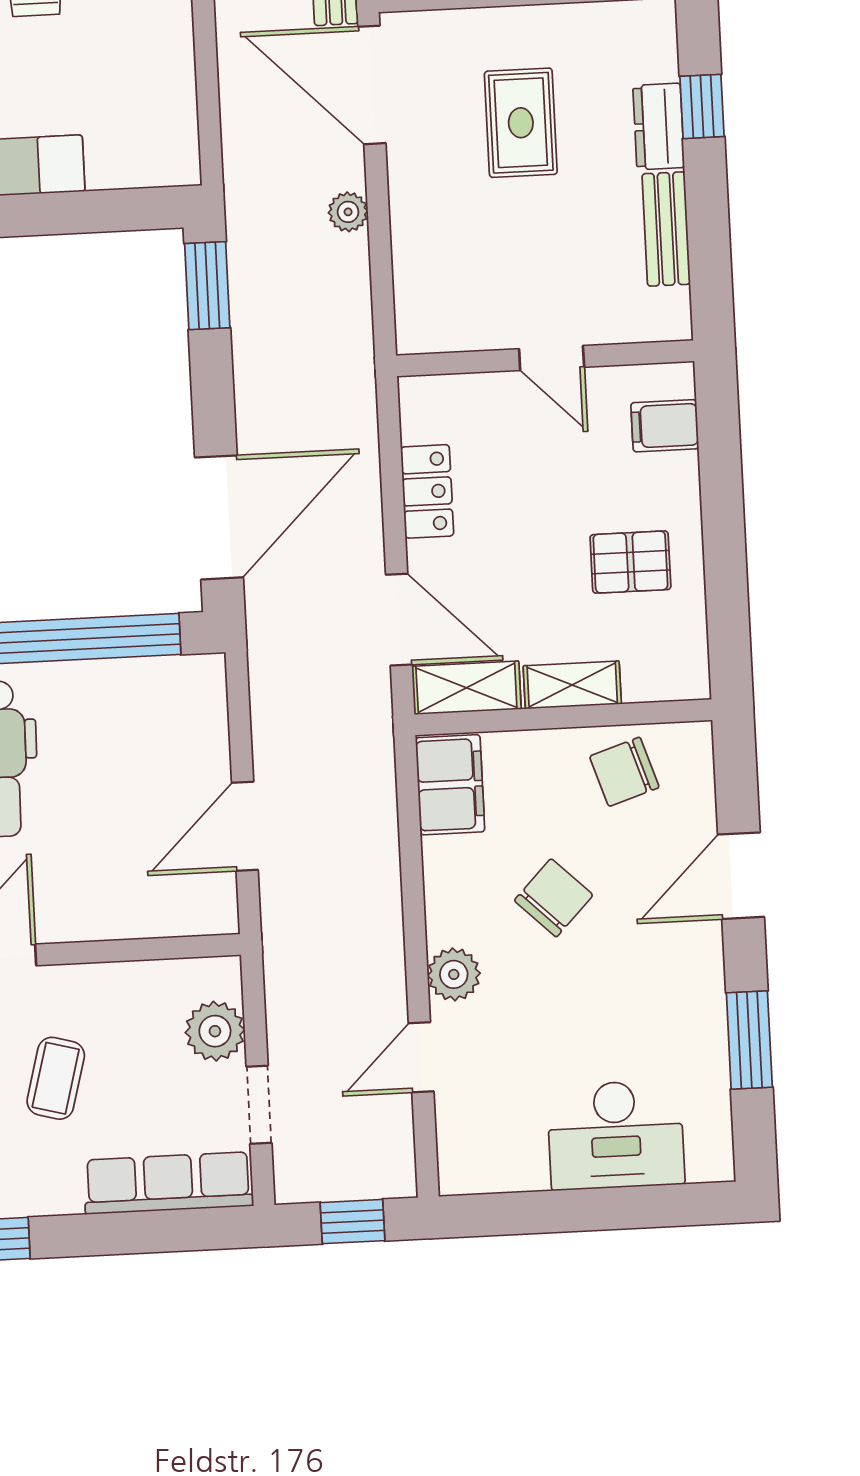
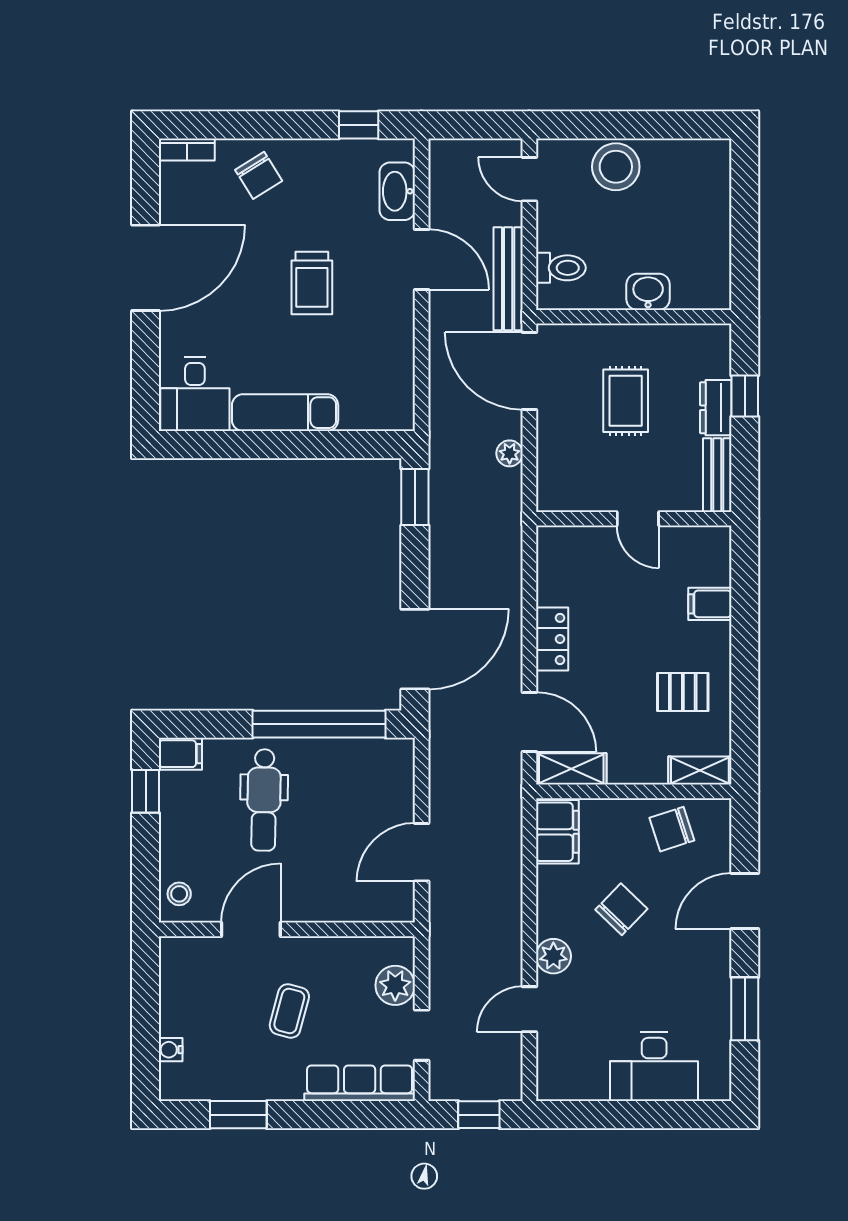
wall: (545, 358) -> (634, 519), moved
door: (552, 358) -> (638, 519), moved
shelving: (572, 685) -> (700, 771), moved

